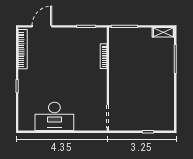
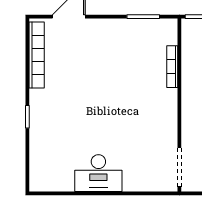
desk: (54, 116) -> (98, 173), width x0.73, depth x0.77

